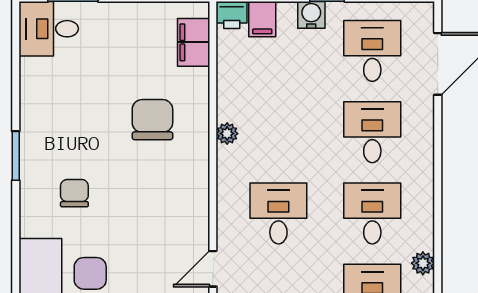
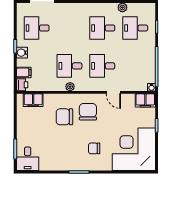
desk: (372, 132) -> (69, 66), moved
chair: (165, 178) -> (88, 112), added
door: (213, 269) -> (113, 92), moved

